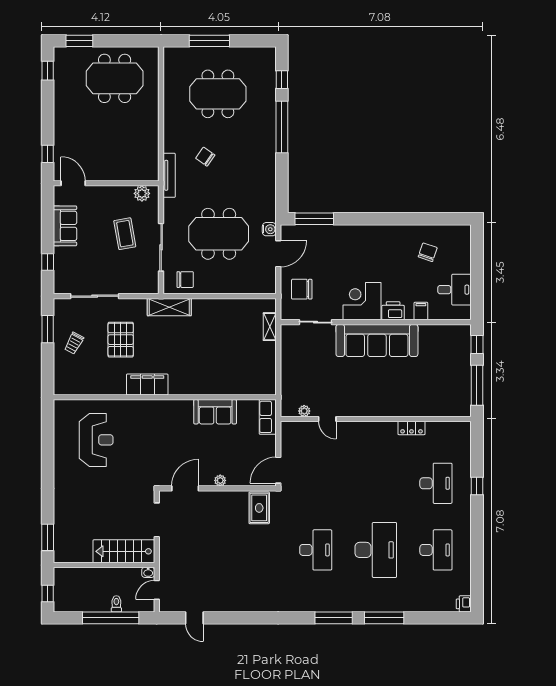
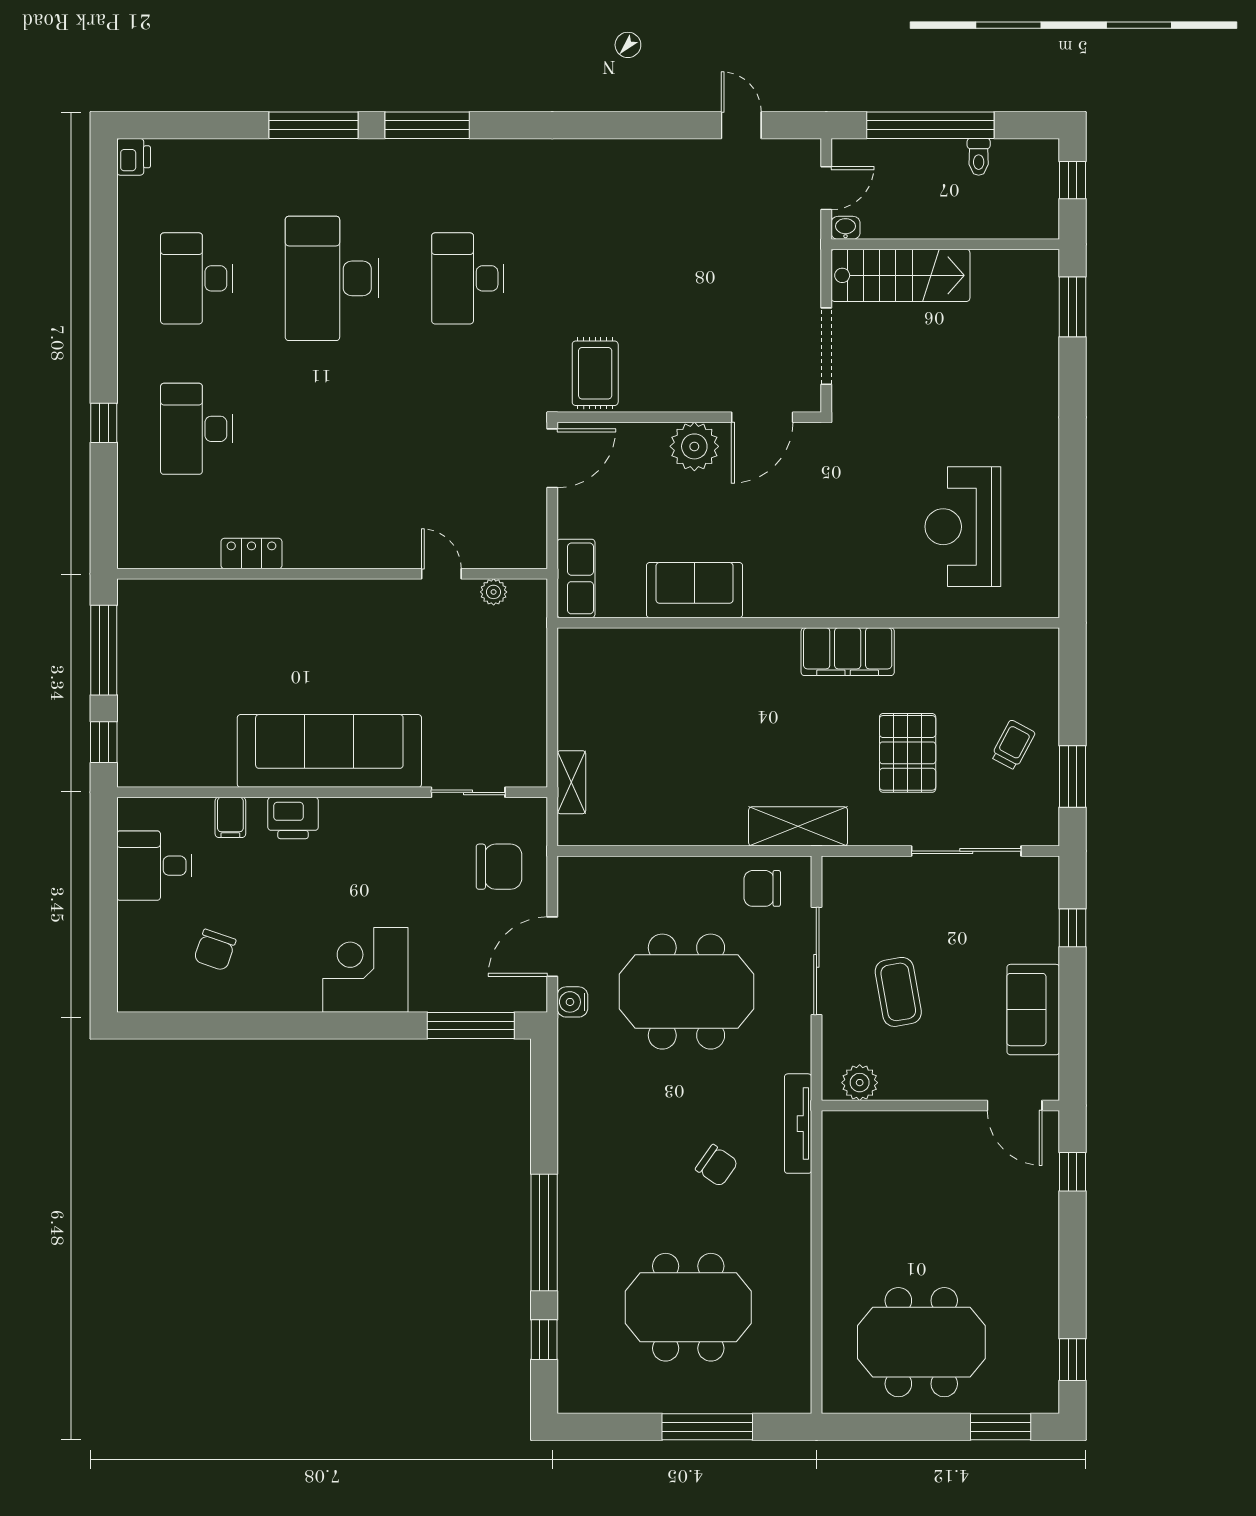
corner desk: (362, 301) -> (365, 970), moved, turned 180
plant: (220, 480) -> (694, 446), width x1.88, depth x1.88
toilet: (116, 604) -> (979, 157), moved

